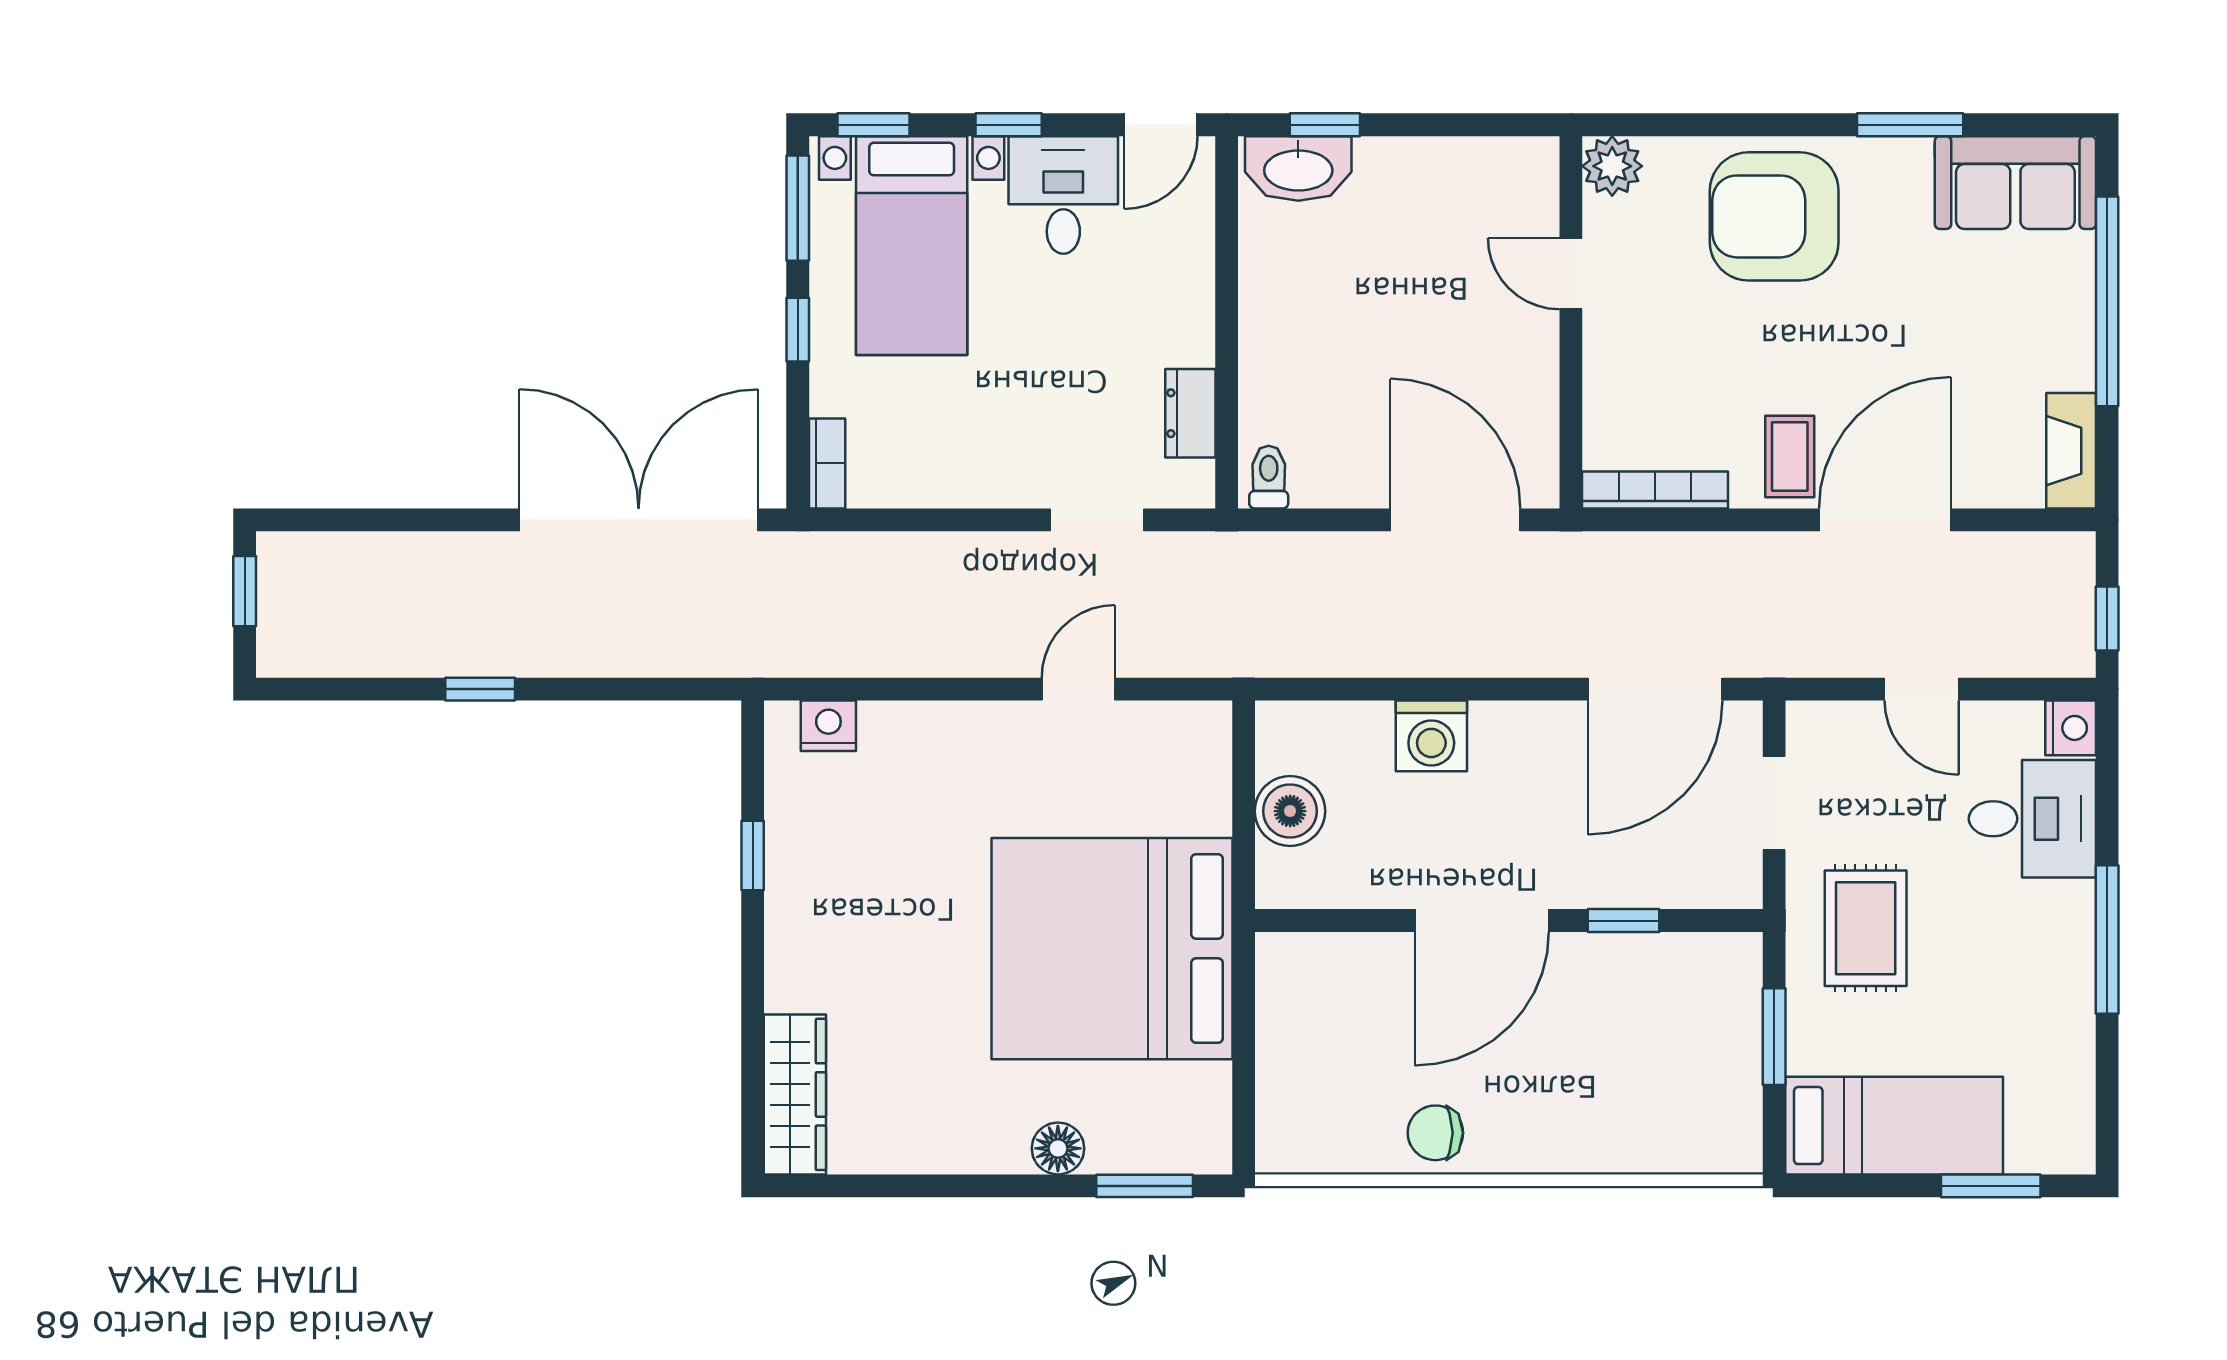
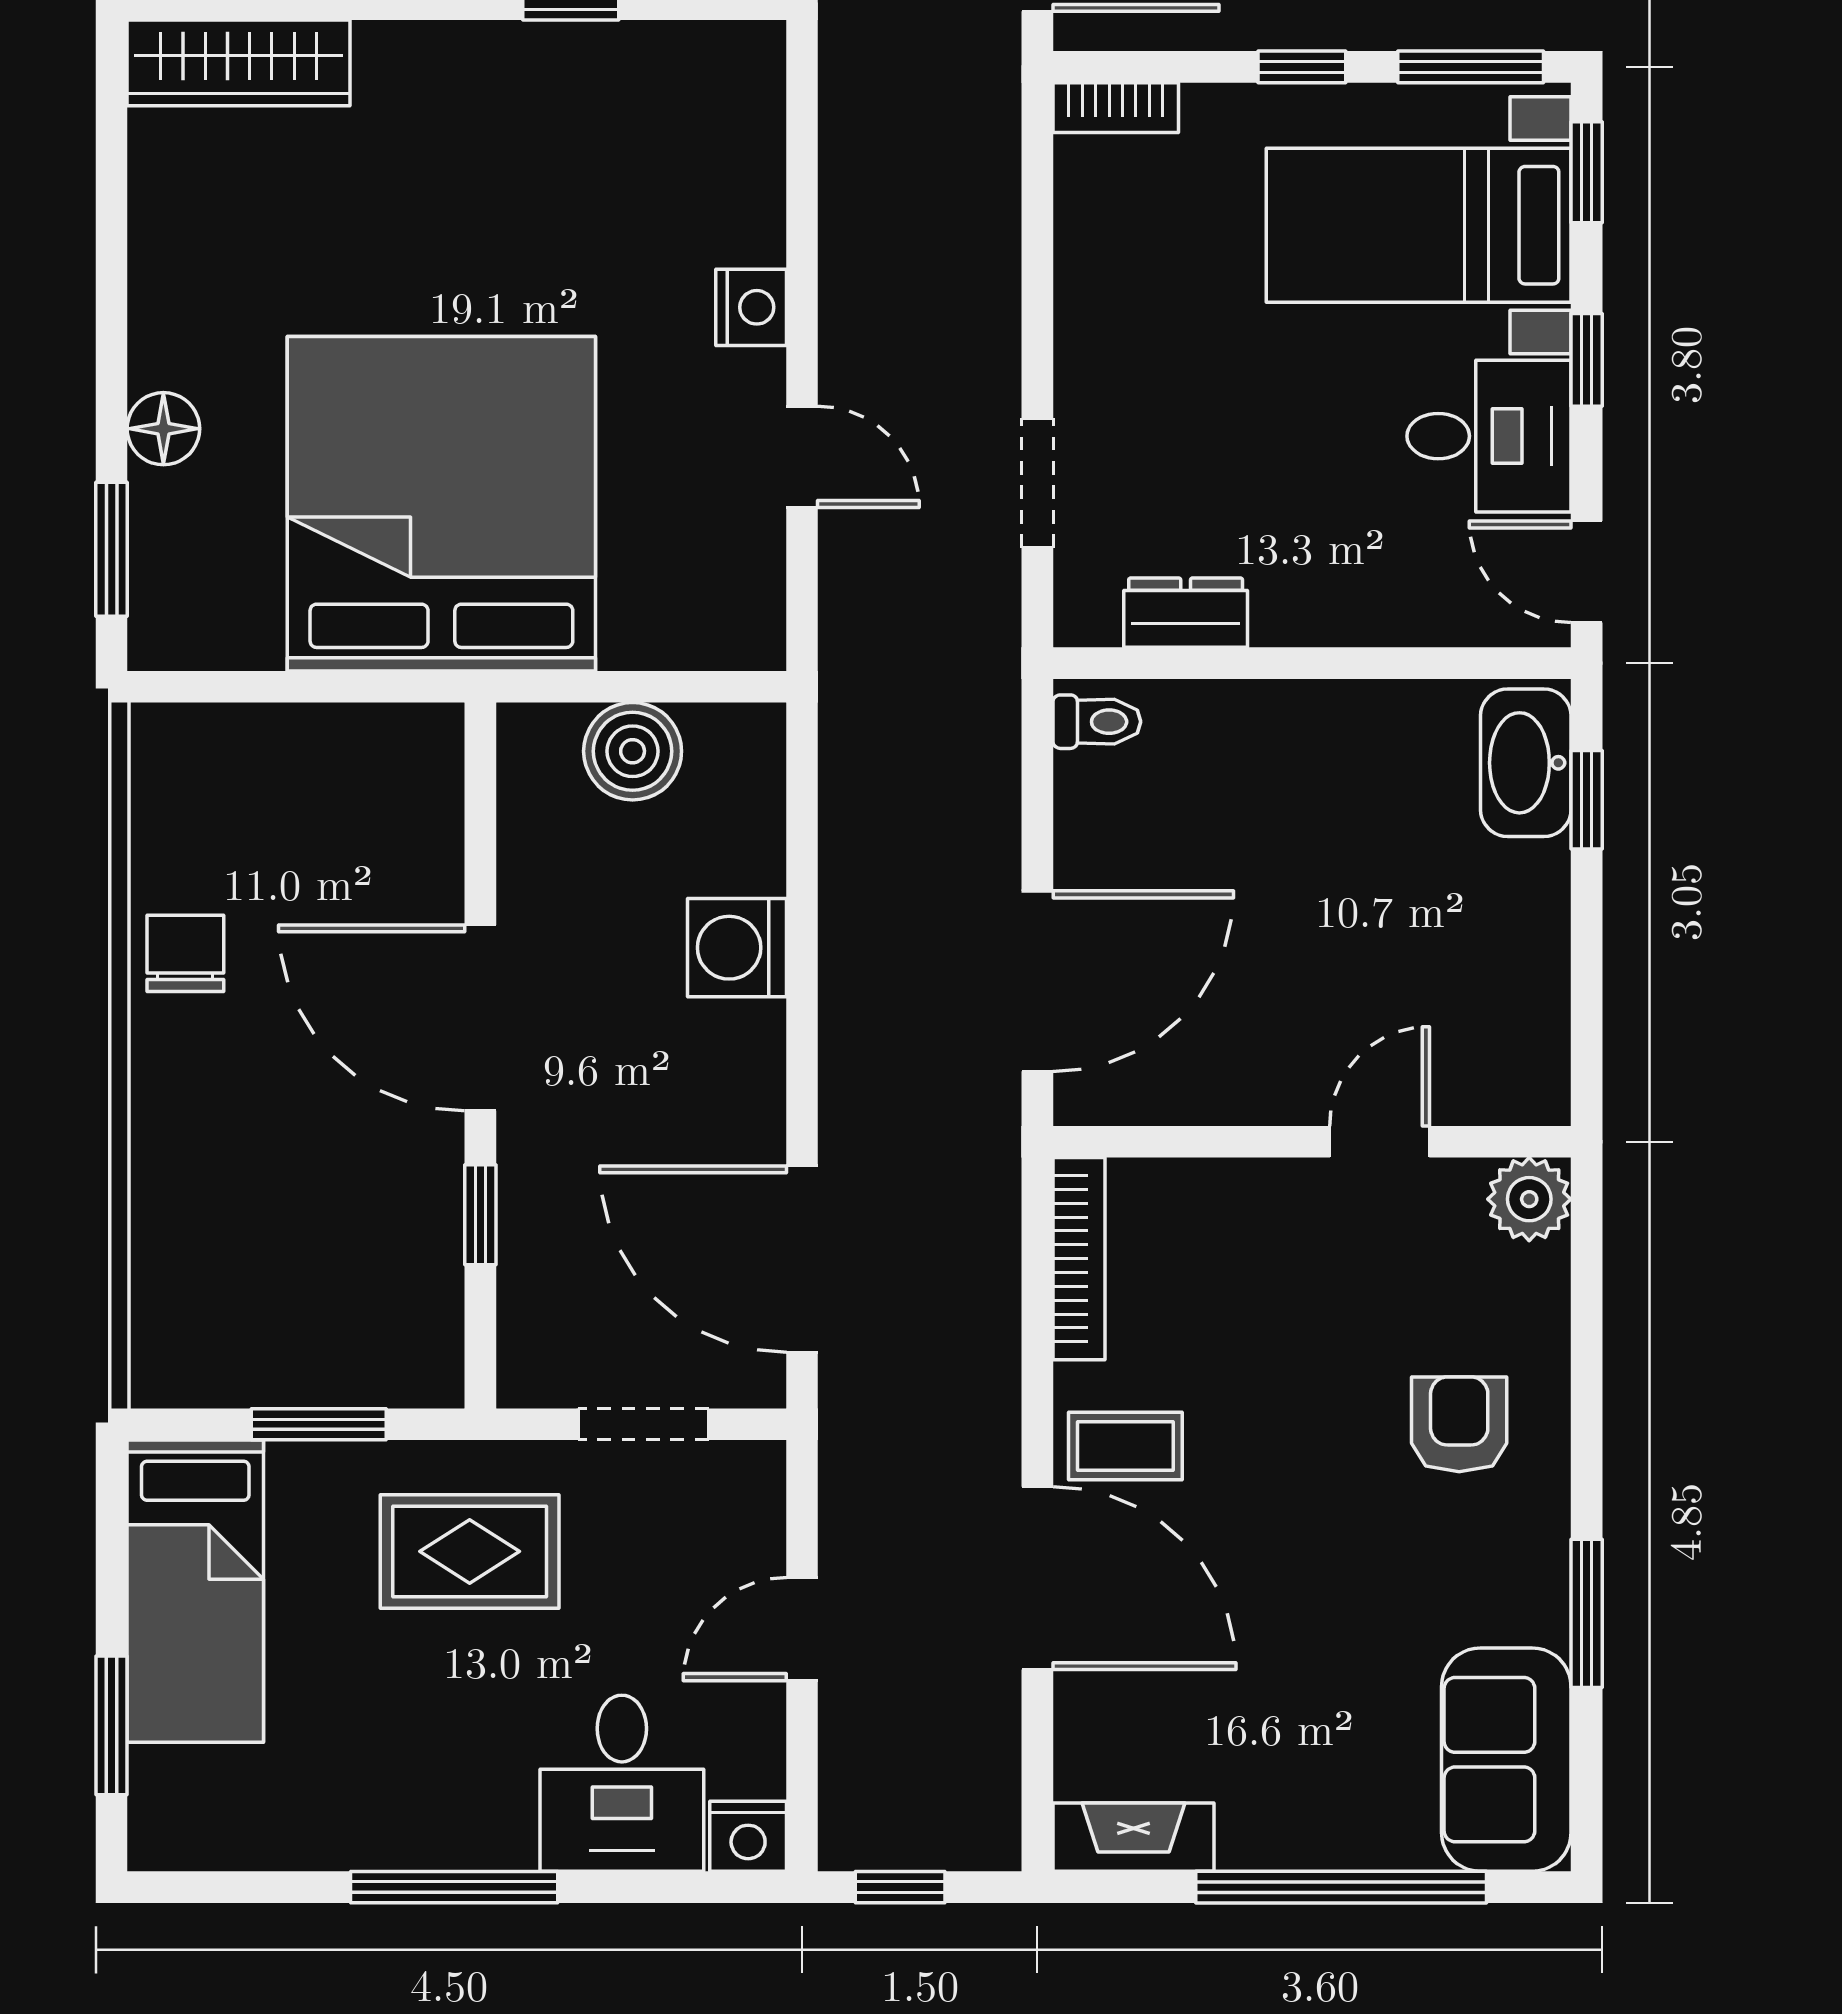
armchair: (1774, 216) -> (1459, 1424), width x0.53, depth x0.53
nightstand: (828, 726) -> (751, 307), moved

